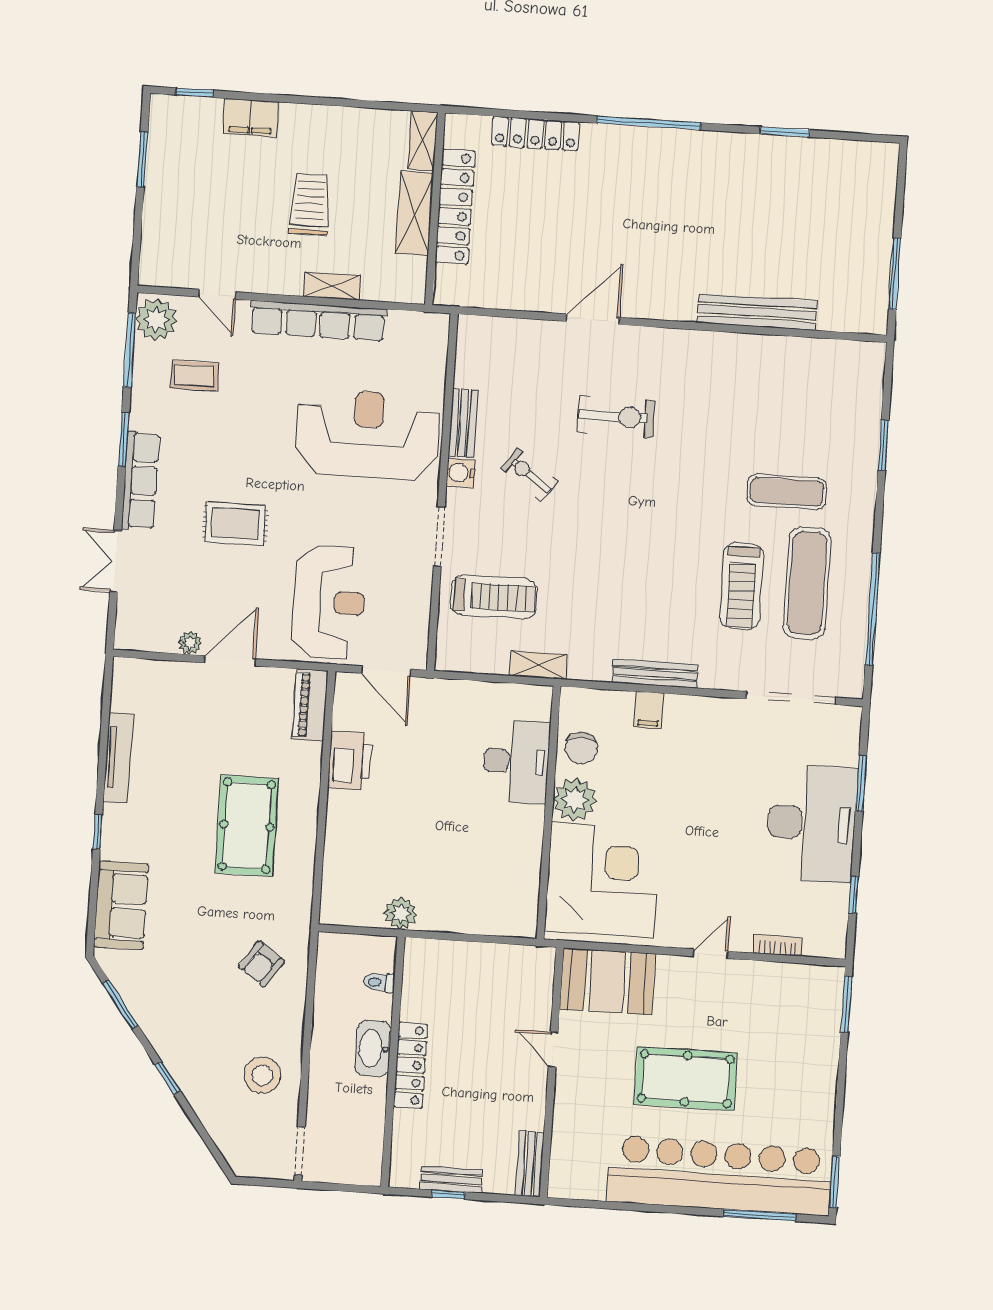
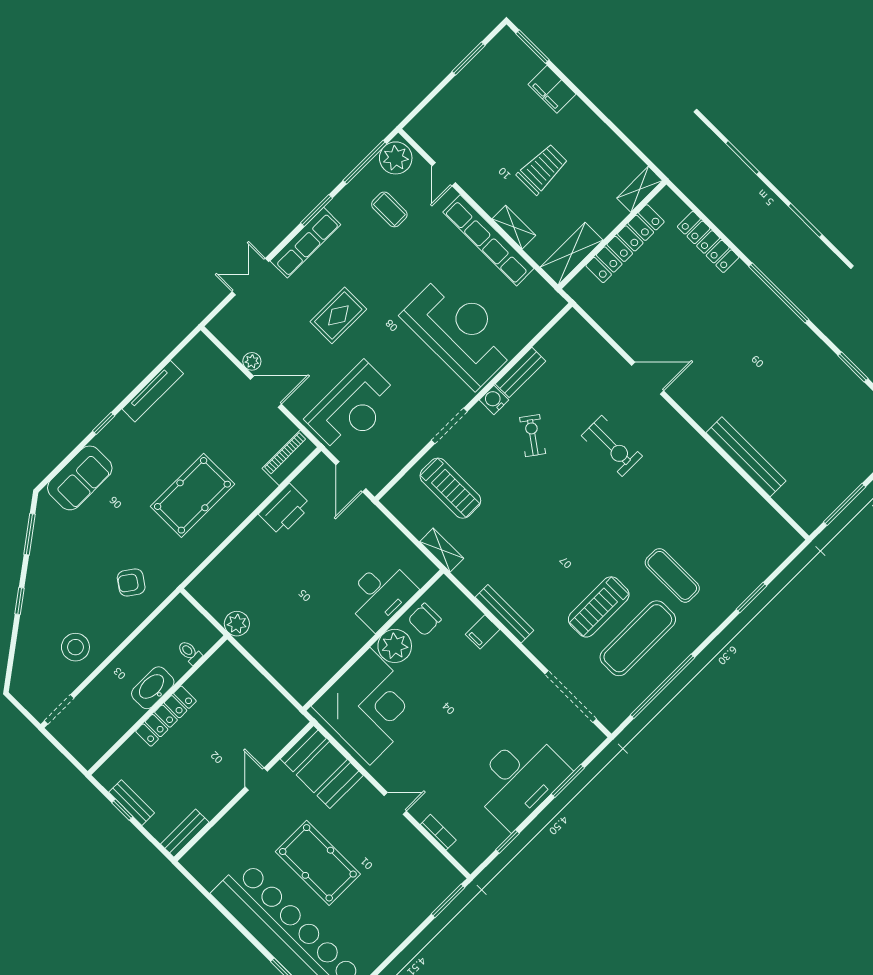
window: (195, 93) -> (532, 47), width x1.50
shelving: (415, 213) -> (572, 254), moved
rug: (235, 524) -> (338, 315), turned 90

